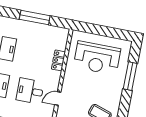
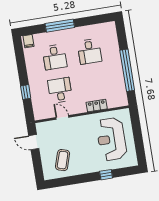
window: (35, 17) -> (127, 70), width x1.46
window: (130, 76) -> (106, 175), width x0.46

